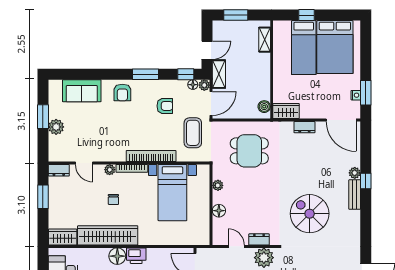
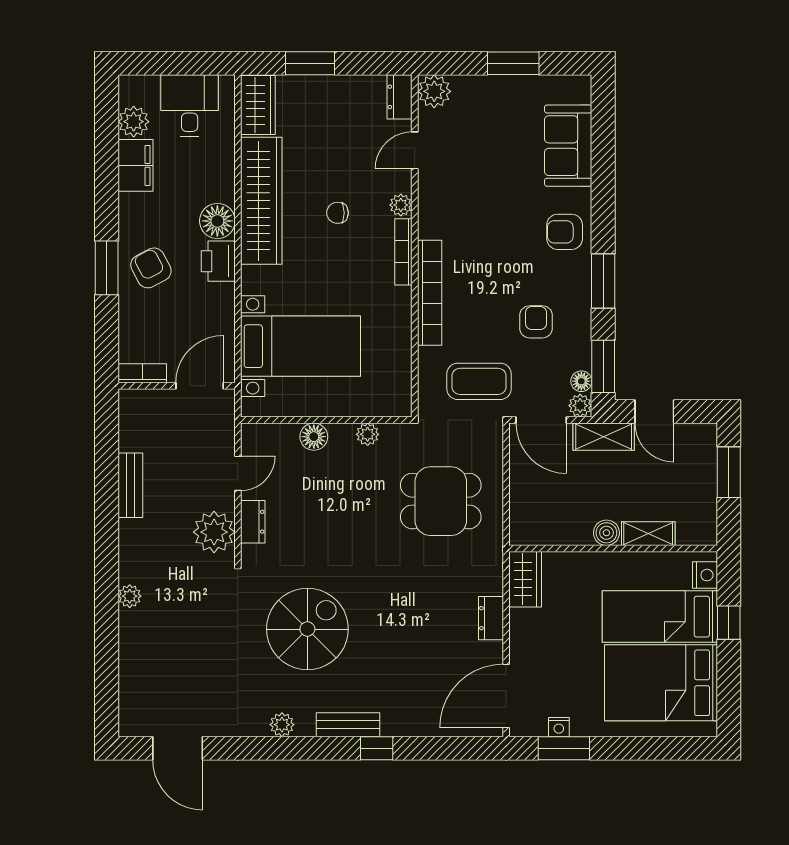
nightstand: (284, 26) -> (705, 575), added
shelving: (265, 40) -> (648, 534), moved
window: (186, 74) -> (603, 366), width x1.50
armchair: (165, 106) -> (536, 322), turned 180
boiler: (264, 107) -> (606, 533), moved
plant: (56, 127) -> (434, 91), moved
dining table: (249, 151) -> (441, 501), turned 90
plant: (355, 173) -> (282, 725), moved
bed with nightstands: (172, 193) -> (301, 346), moved, turned 180
window: (43, 197) -> (310, 63), moved

